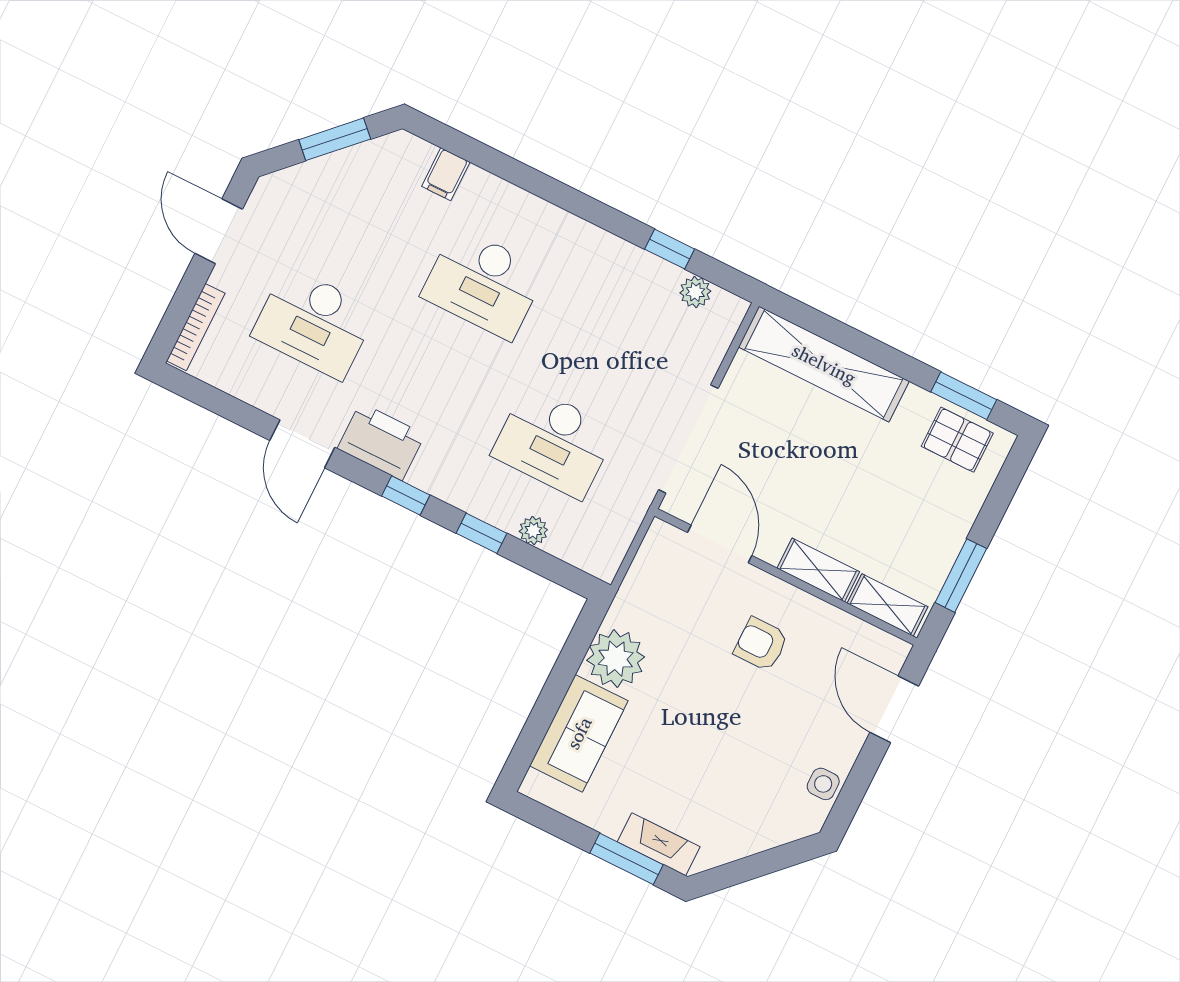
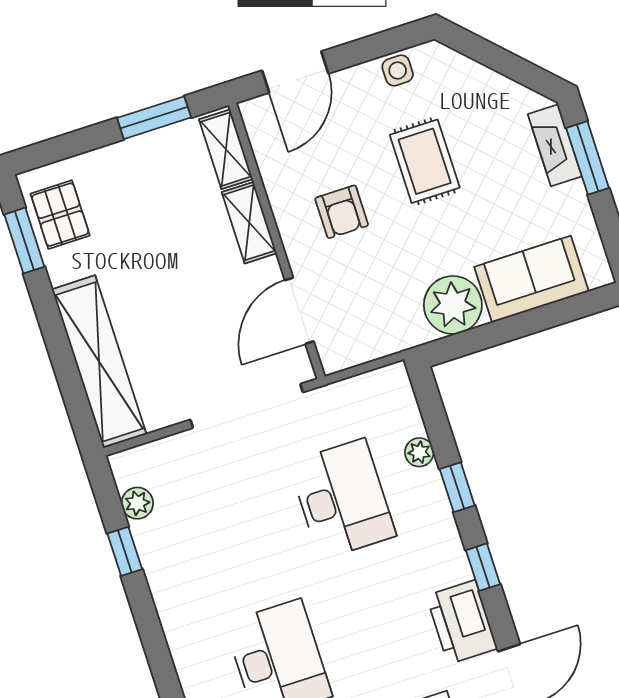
rug: (739, 739) -> (425, 161), added

